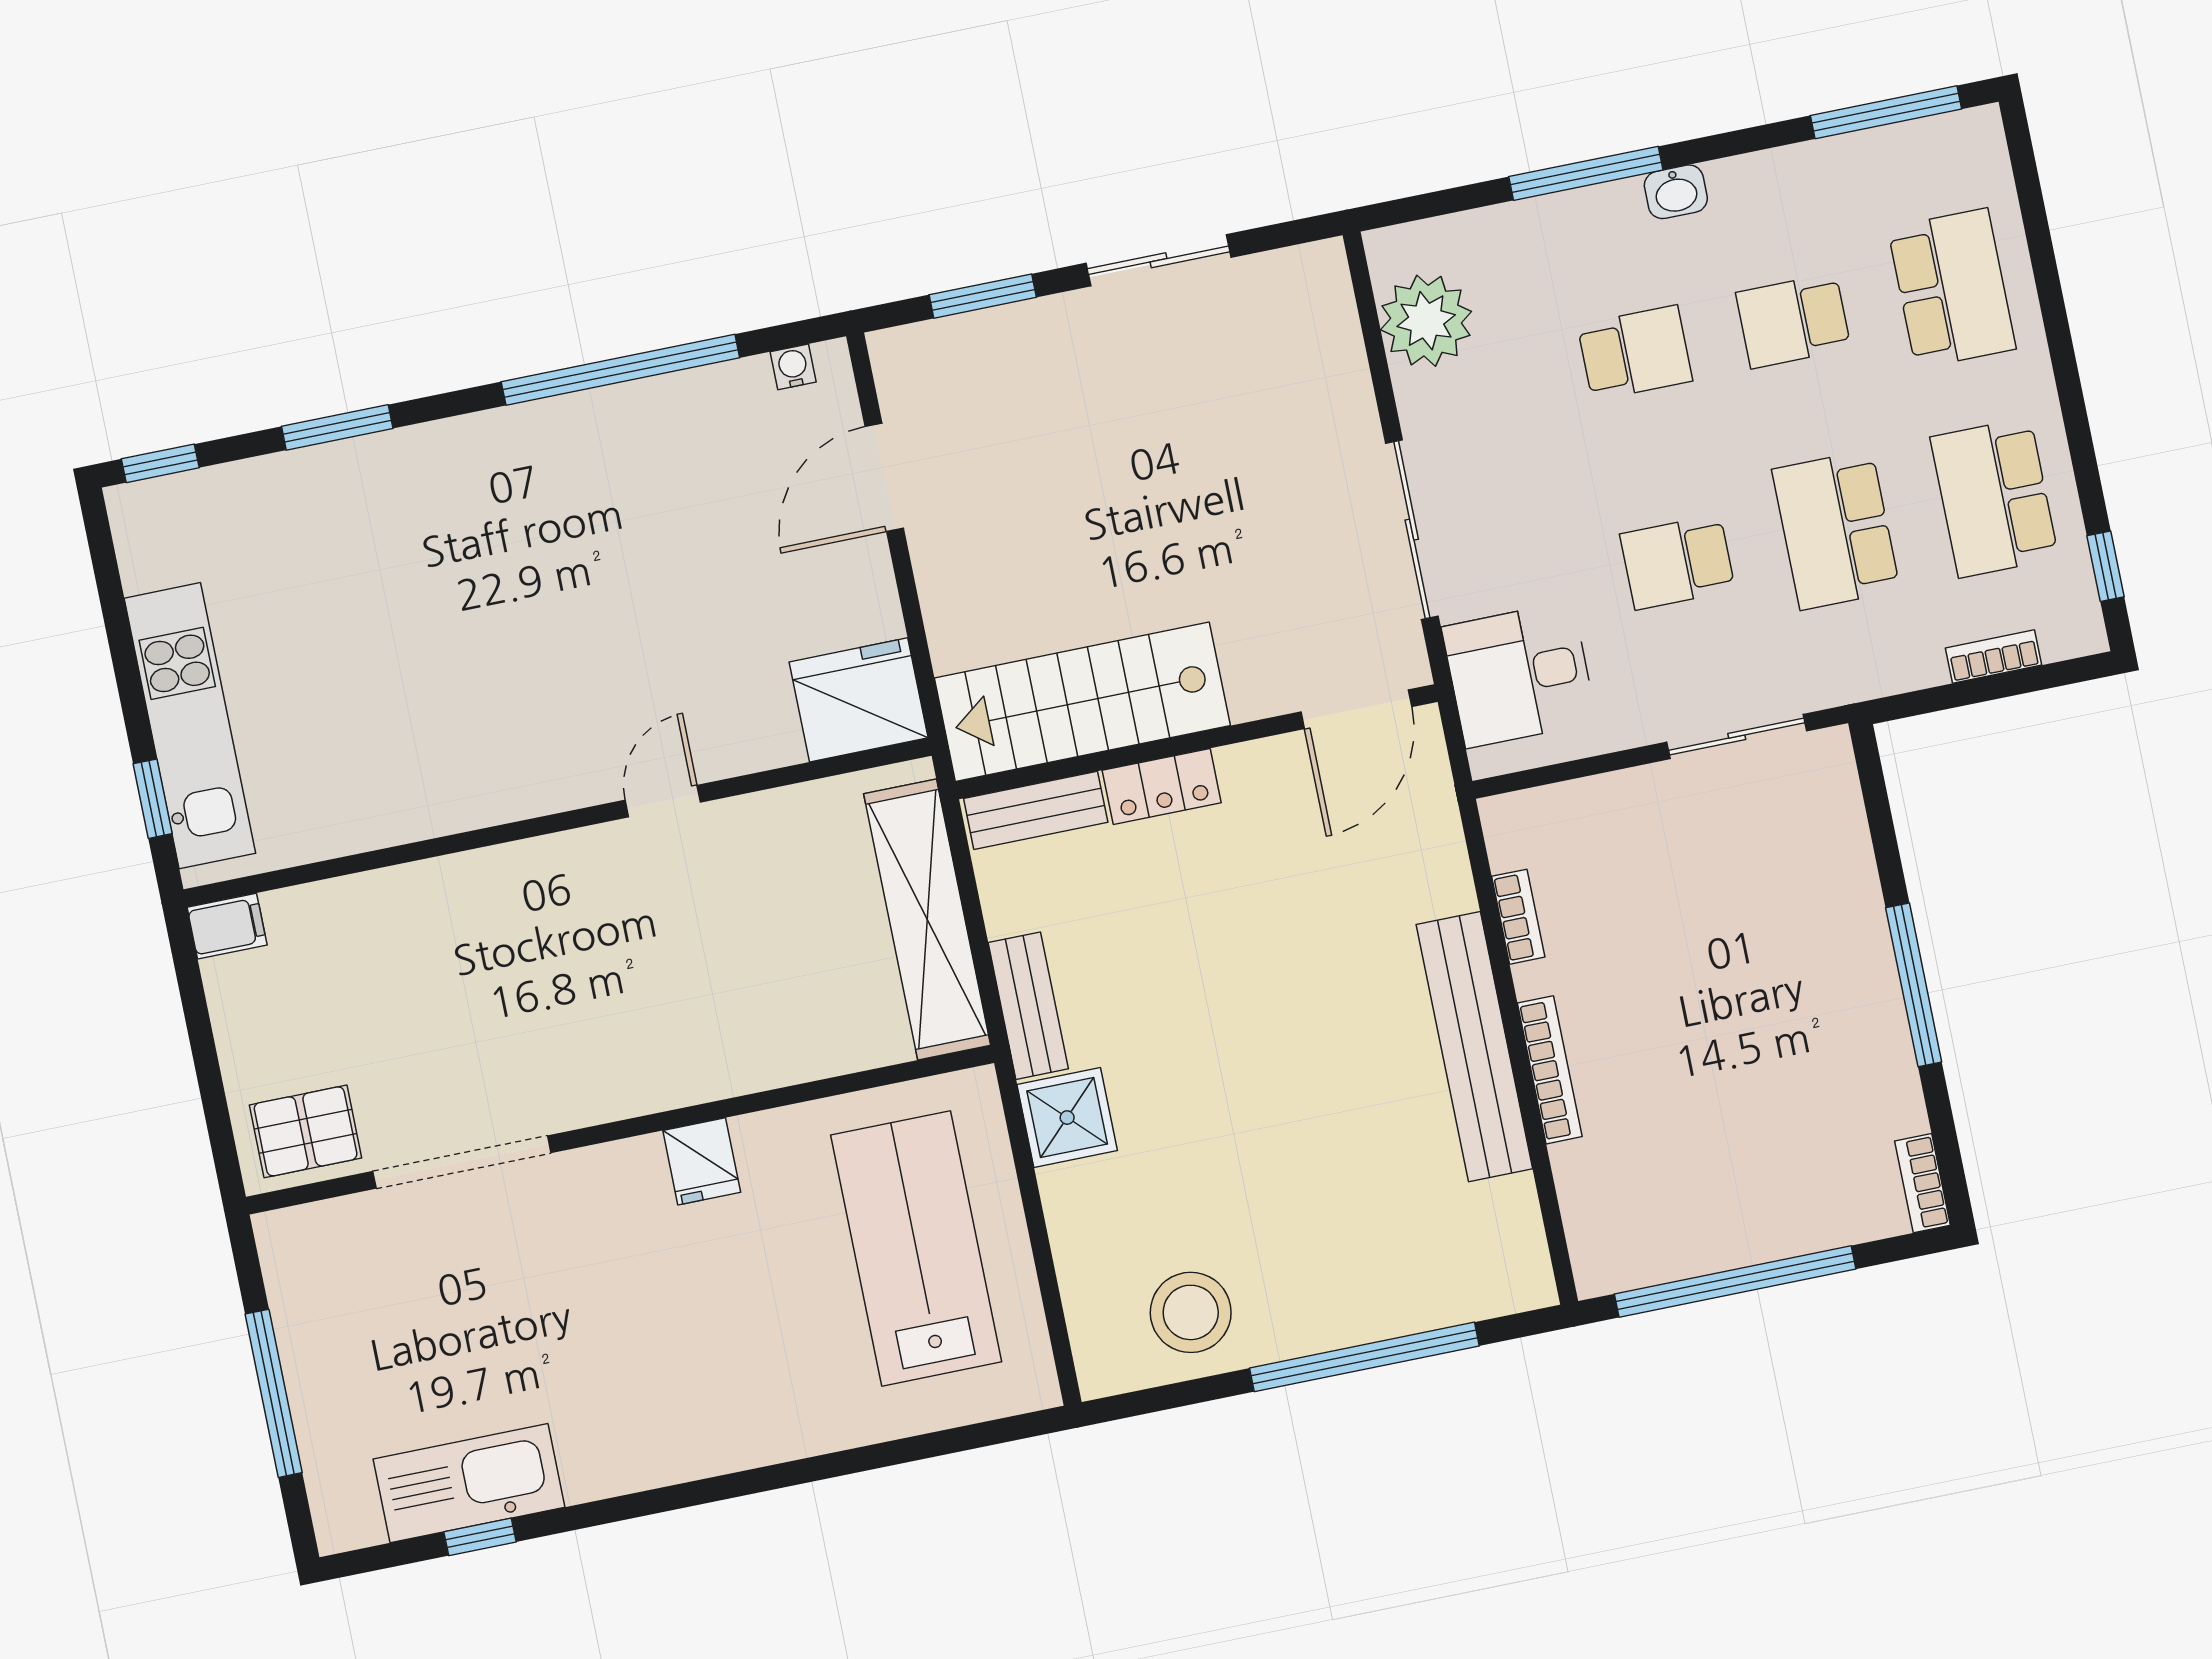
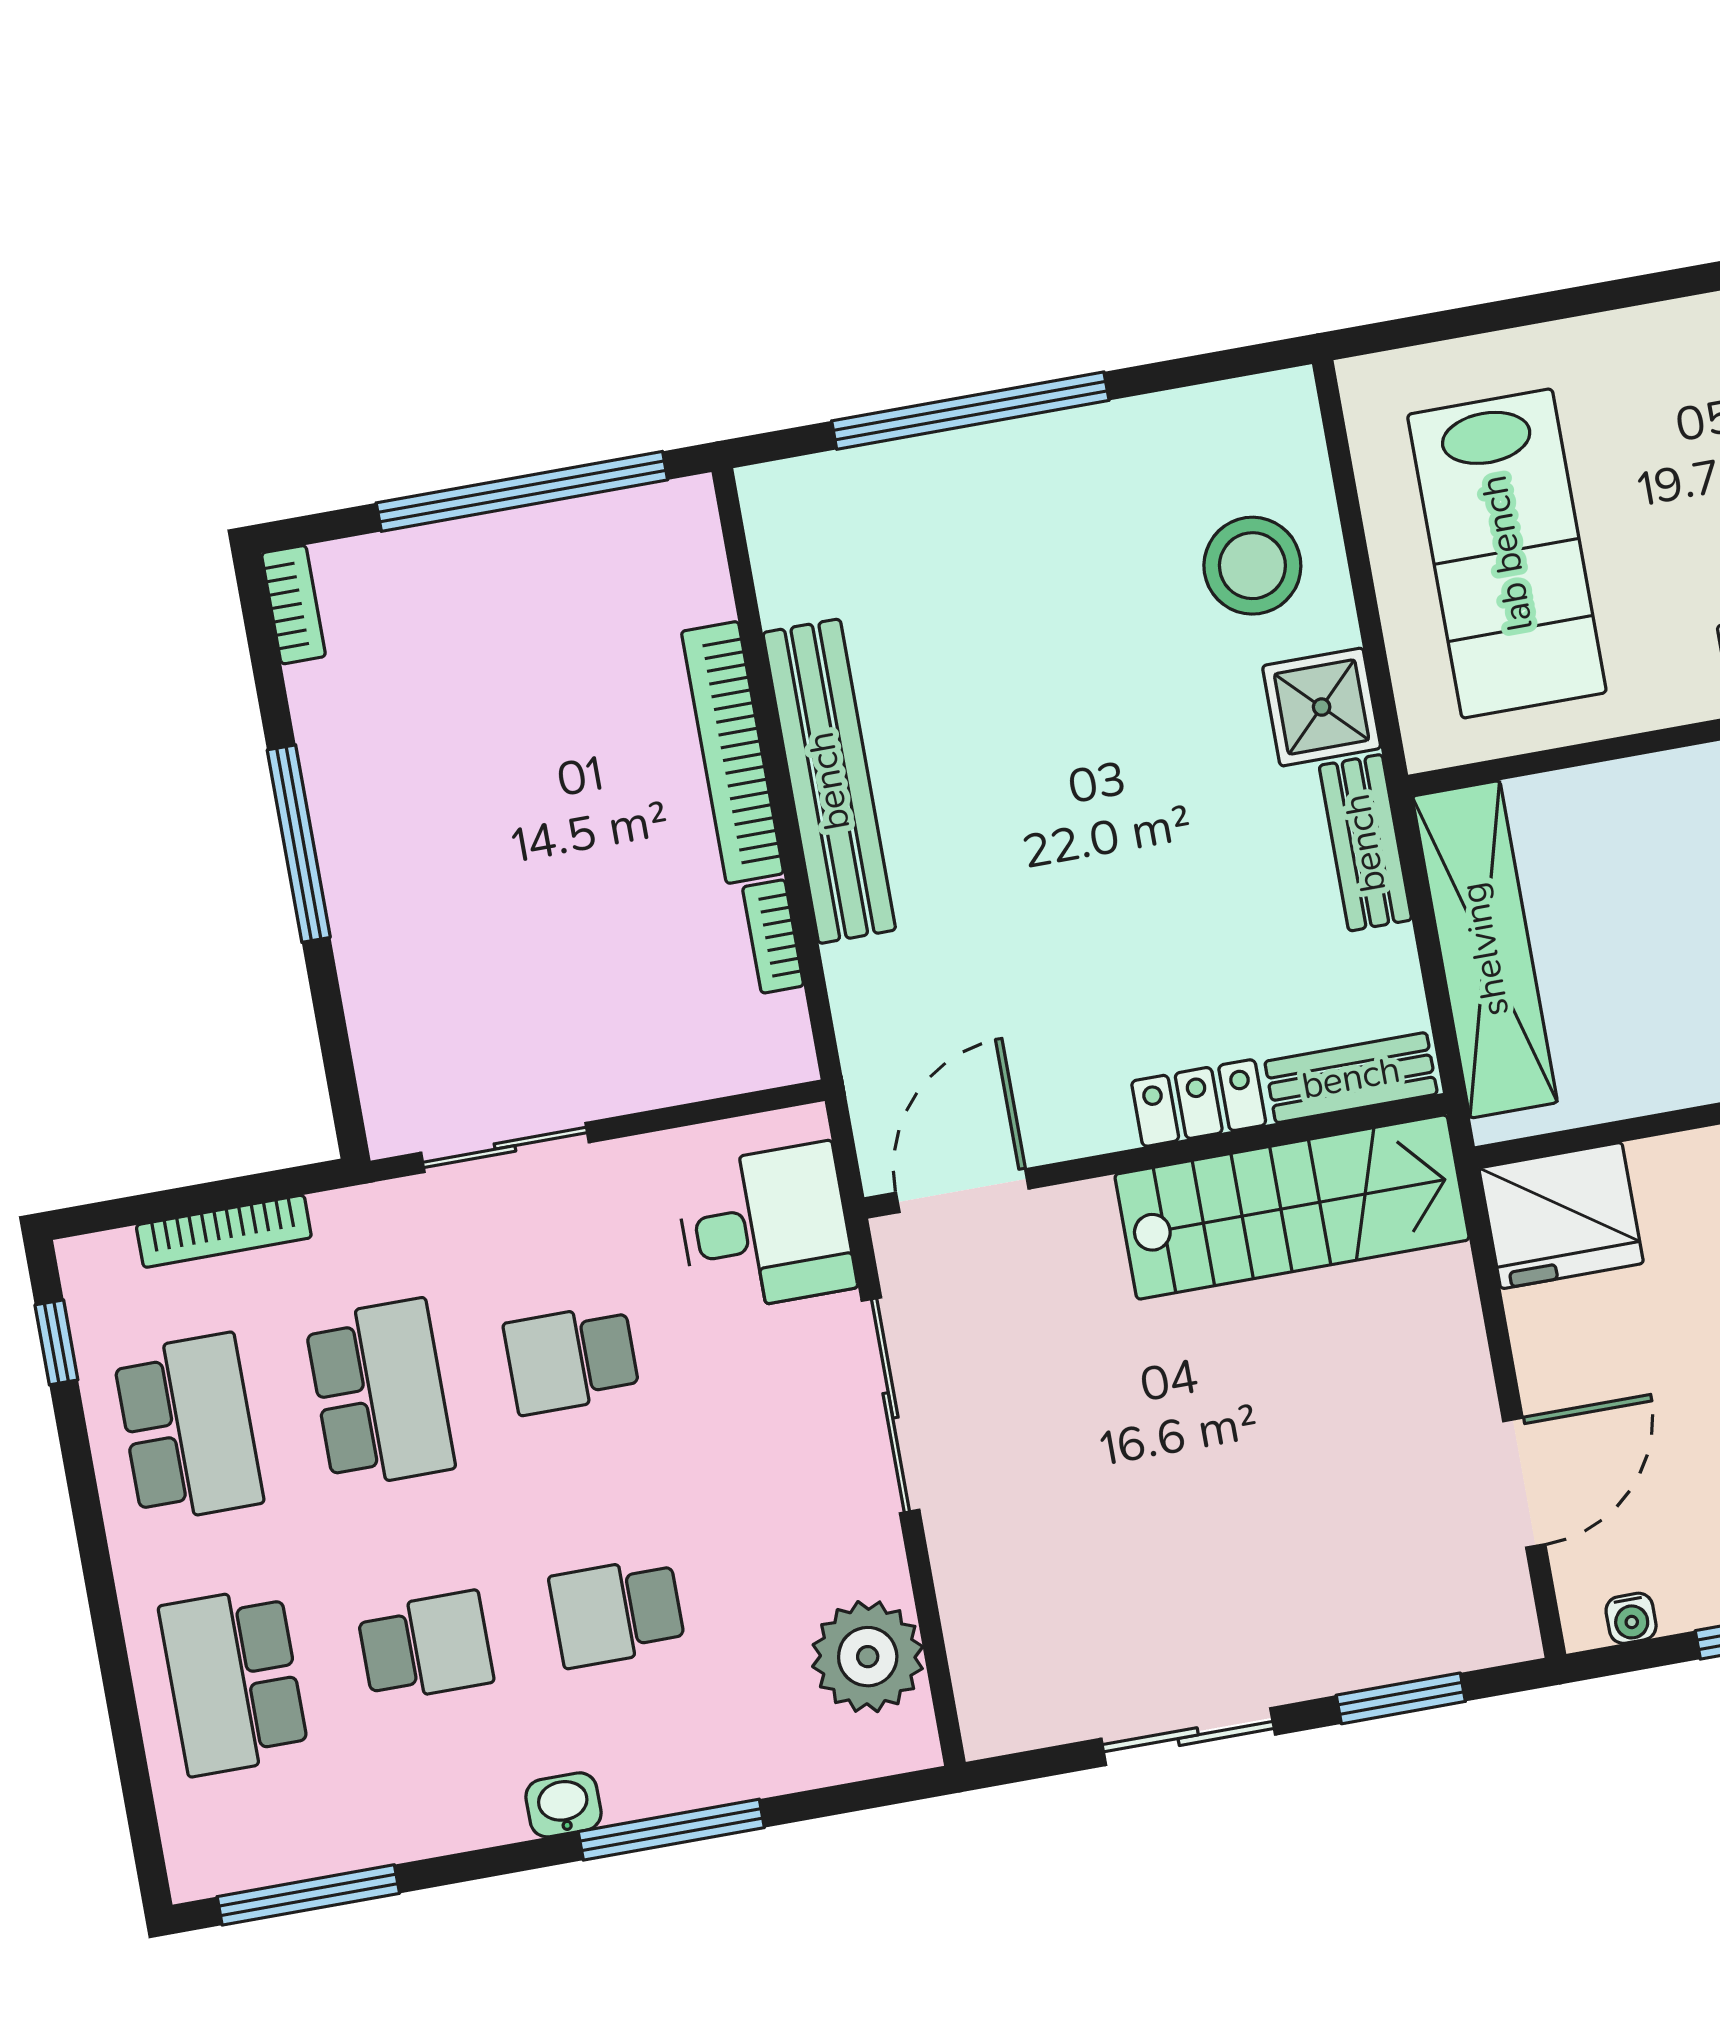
school desk: (1678, 562) -> (572, 1359), turned 180
bookcase: (1994, 656) -> (224, 1231), width x1.56
bookcase: (1550, 1070) -> (732, 752), width x1.48, depth x1.31
stool: (1191, 1312) -> (1252, 566), moved

